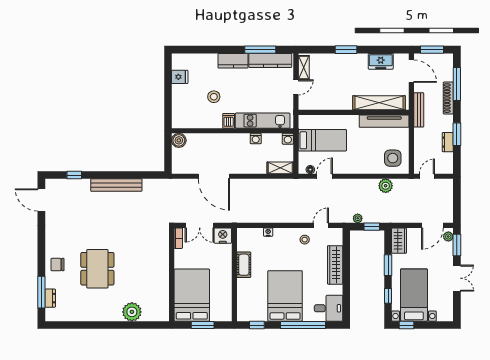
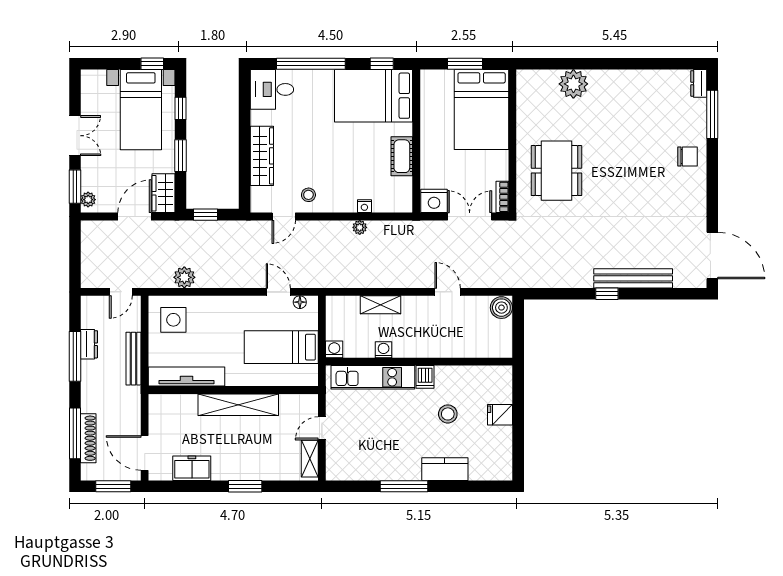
window: (260, 50) -> (404, 486), moved
kitchen counter: (270, 60) -> (361, 470), removed
kitchen counter: (233, 61) -> (445, 469), moved
fridge: (180, 77) -> (500, 415), moved
shoe rack: (448, 98) -> (88, 438), moved
shelving: (379, 103) -> (238, 405), moved
bench: (419, 110) -> (133, 359), moved
window: (457, 134) -> (75, 356), width x1.44
boiler: (179, 140) -> (501, 308), moved
shelving: (280, 168) -> (381, 305), moved
window: (74, 175) -> (607, 294), moved
door: (214, 176) -> (448, 292), width x0.53
door: (324, 176) -> (278, 292), swing flipped
bench: (116, 185) -> (633, 278), moved
door: (41, 200) -> (712, 256), width x1.36
plant: (358, 218) -> (360, 227), moved
door: (432, 225) -> (135, 217), moved
dining table: (97, 269) -> (556, 171), moved
double door: (457, 278) -> (75, 136), swing flipped
bed: (285, 296) -> (374, 96), moved, turned 90
dresser: (50, 298) -> (699, 83), moved

